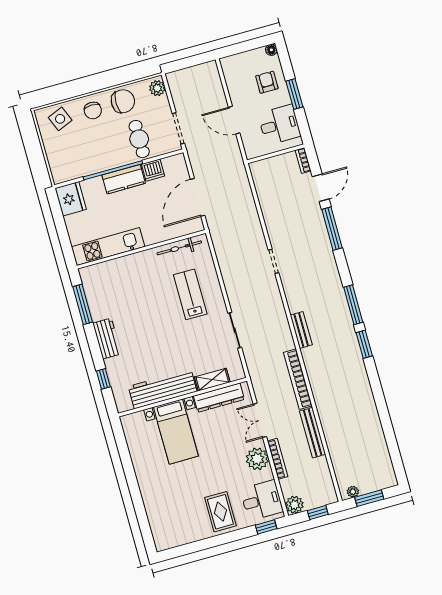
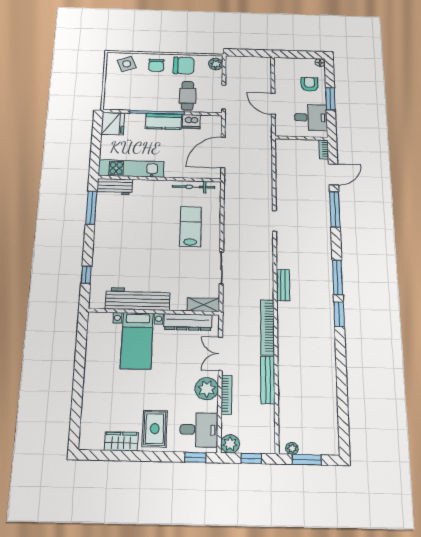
workbench: (107, 339) -> (115, 187), moved, turned 90
shelving: (212, 380) -> (203, 305), moved
wardrobe: (193, 533) -> (121, 441), added

